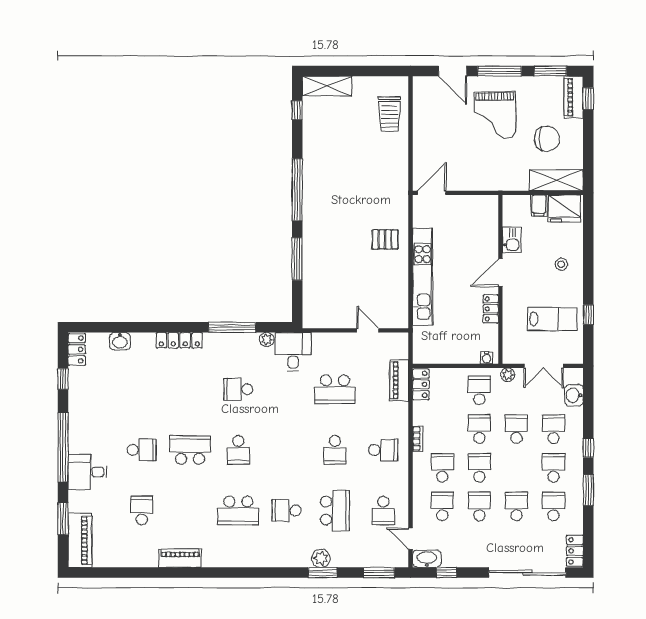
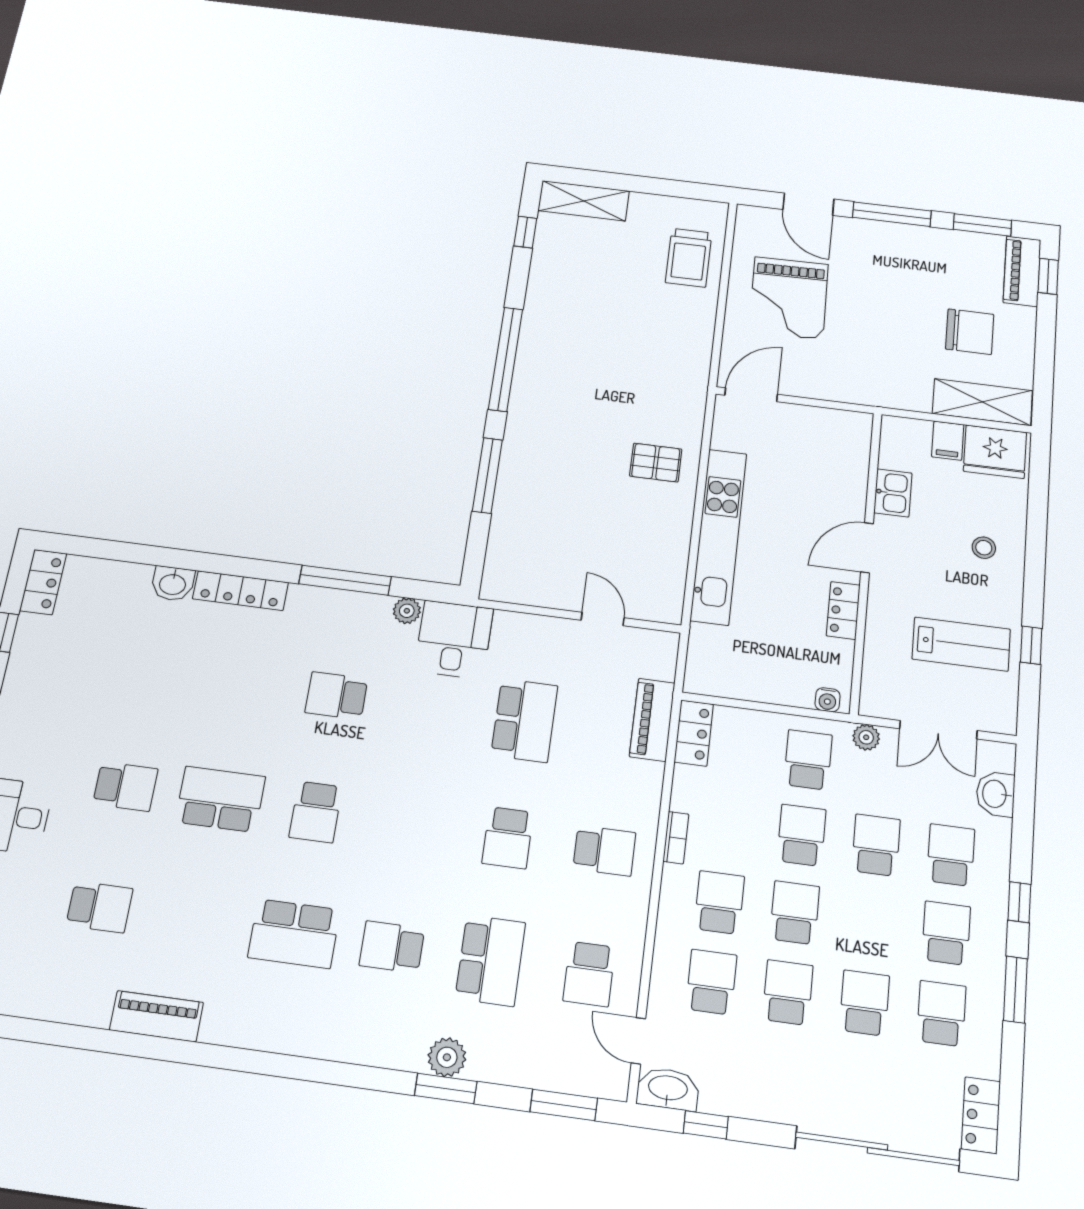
grand piano: (495, 115) -> (789, 298), moved
washbasin: (120, 341) -> (173, 584), moved
school desk: (335, 389) -> (524, 720), turned -90
school desk: (142, 511) -> (99, 907), turned 90

